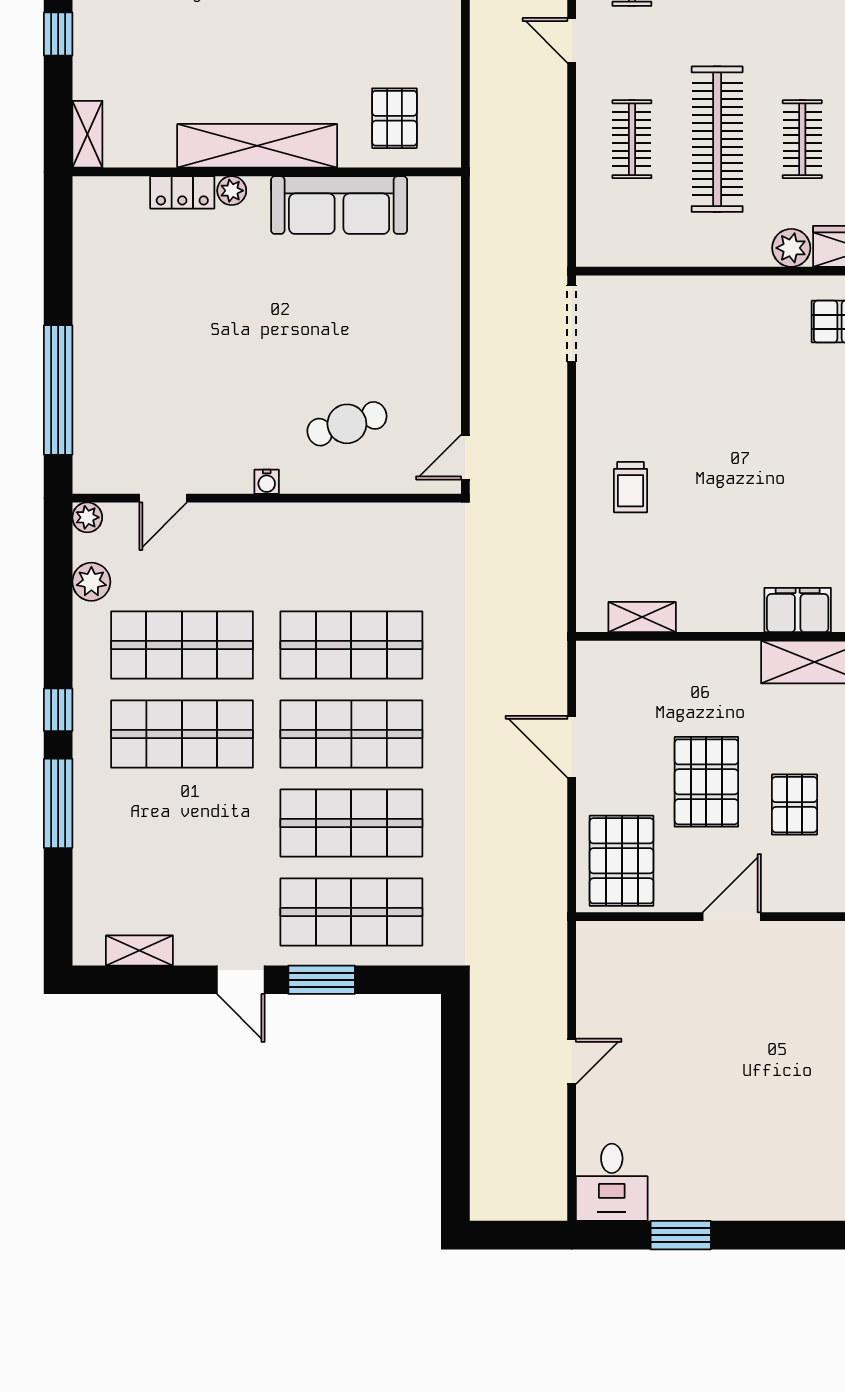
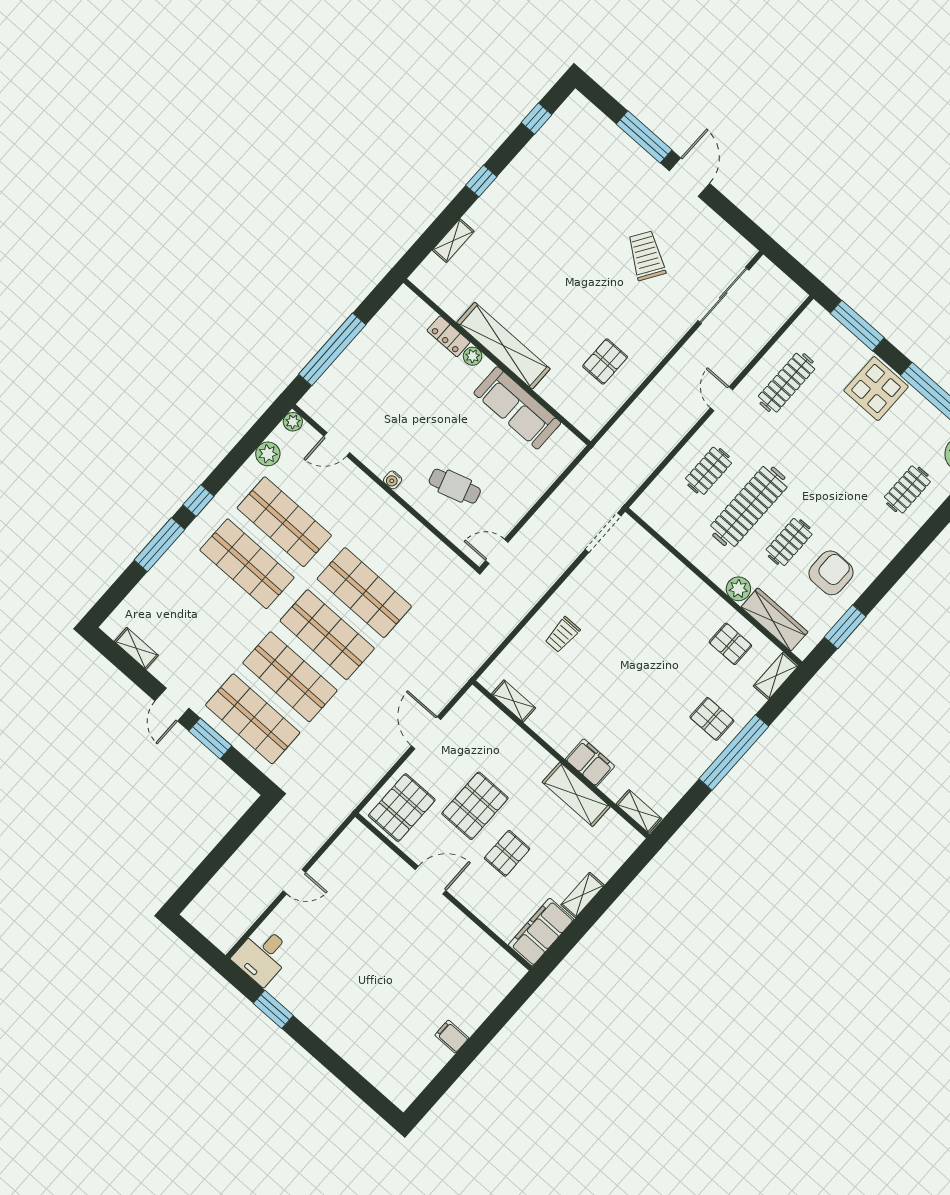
shelving: (257, 146) -> (503, 346), moved
wall: (267, 172) -> (497, 362), moved
plant: (232, 191) -> (473, 356), moved
locker: (182, 192) -> (448, 336), moved
sofa: (339, 205) -> (517, 408), moved

